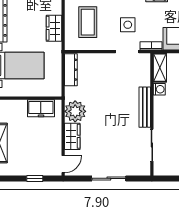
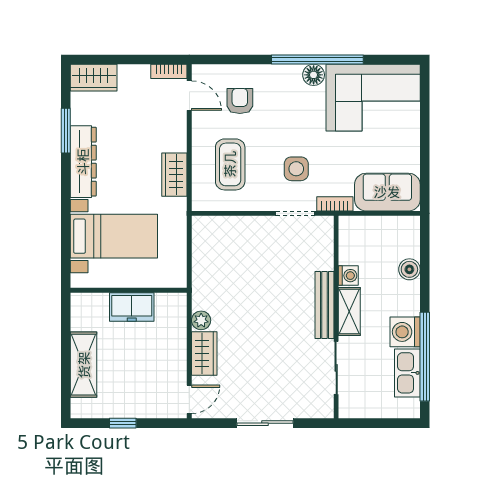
shelving: (160, 68) -> (349, 311), moved
dresser: (71, 70) -> (202, 243), removed
freezer: (41, 108) -> (132, 307), moved
plant: (75, 111) -> (201, 320), width x0.53, depth x0.53
window: (35, 178) -> (123, 423), moved

